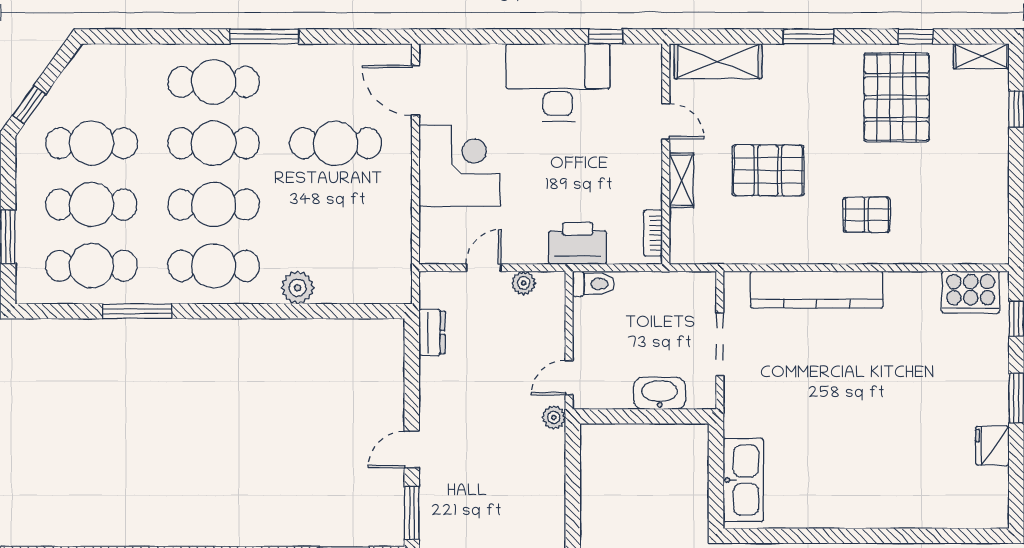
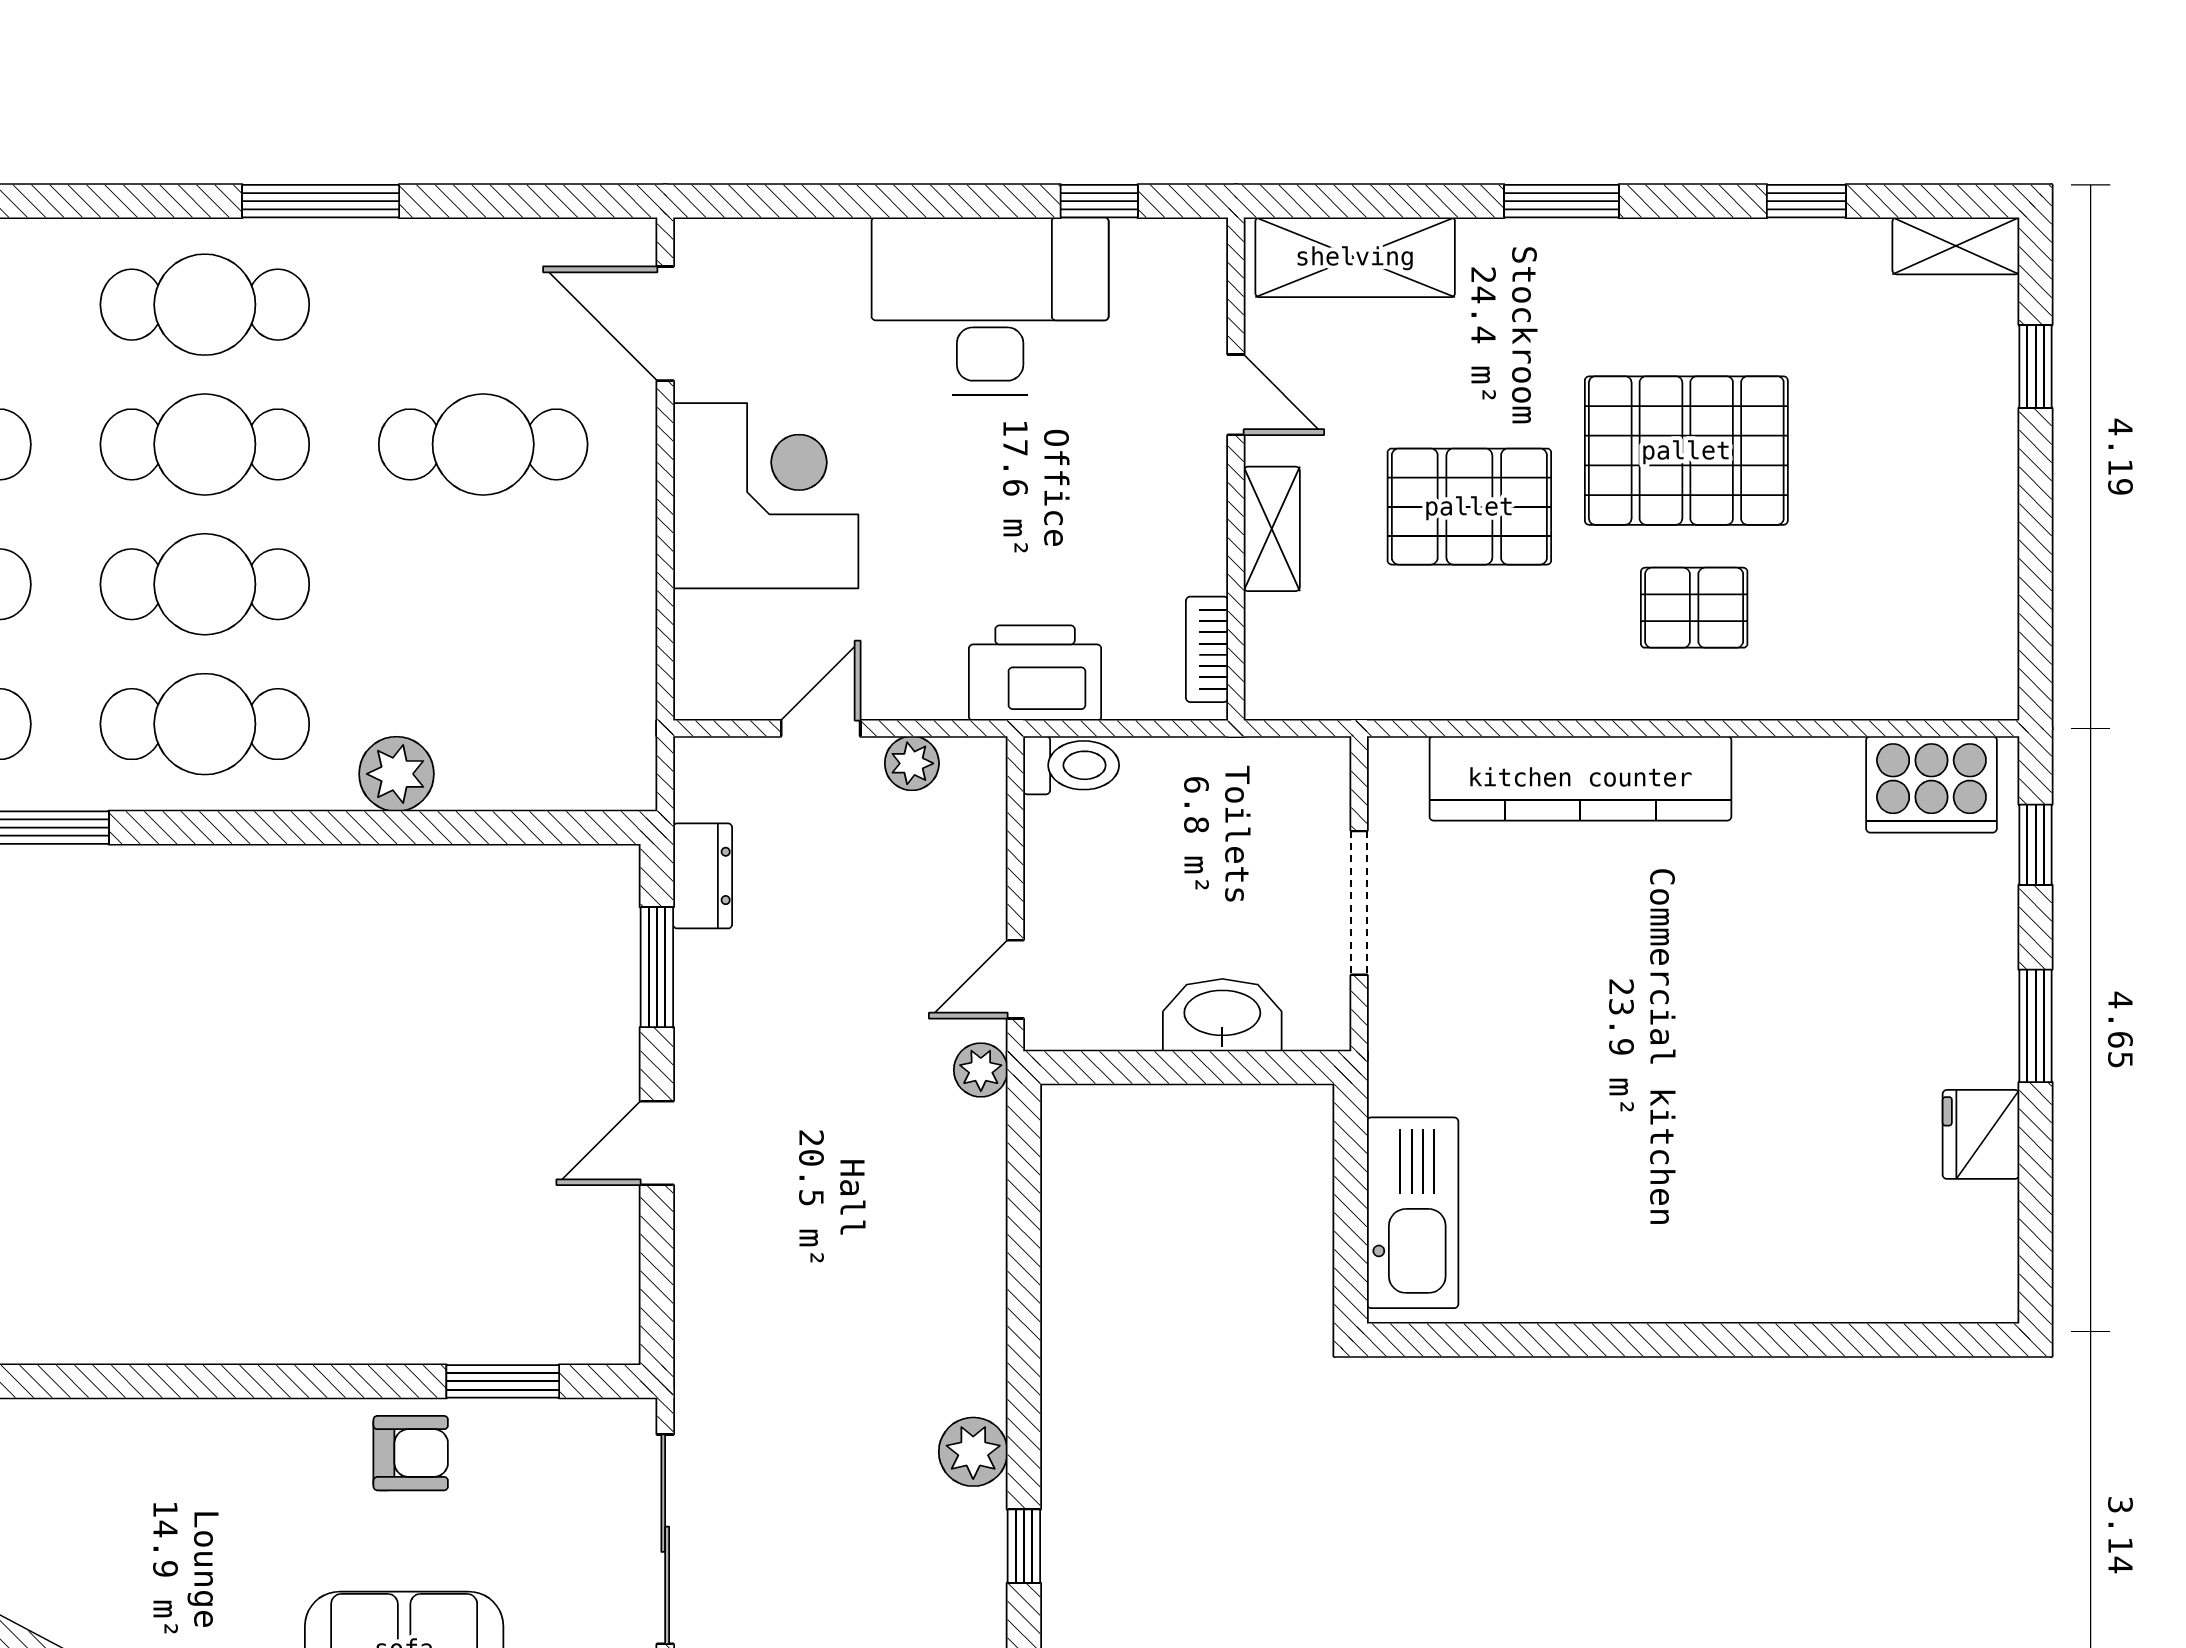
pallet: (897, 97) -> (1686, 451), moved, turned 90
window: (412, 513) -> (657, 967), moved

